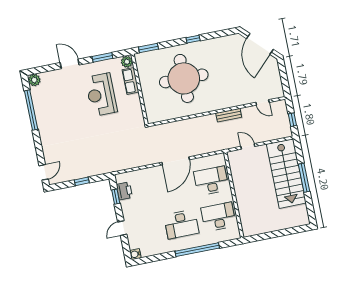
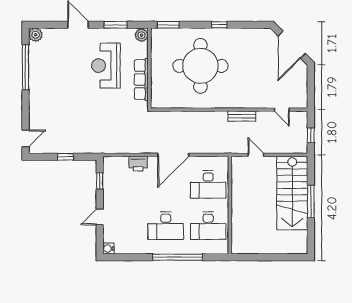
row of seats: (131, 81) -> (141, 80), moved, width x1.48
desk: (211, 181) -> (208, 184), turned 180
printer: (124, 191) -> (138, 164), moved, turned 90
desk: (218, 217) -> (208, 226), turned 180

